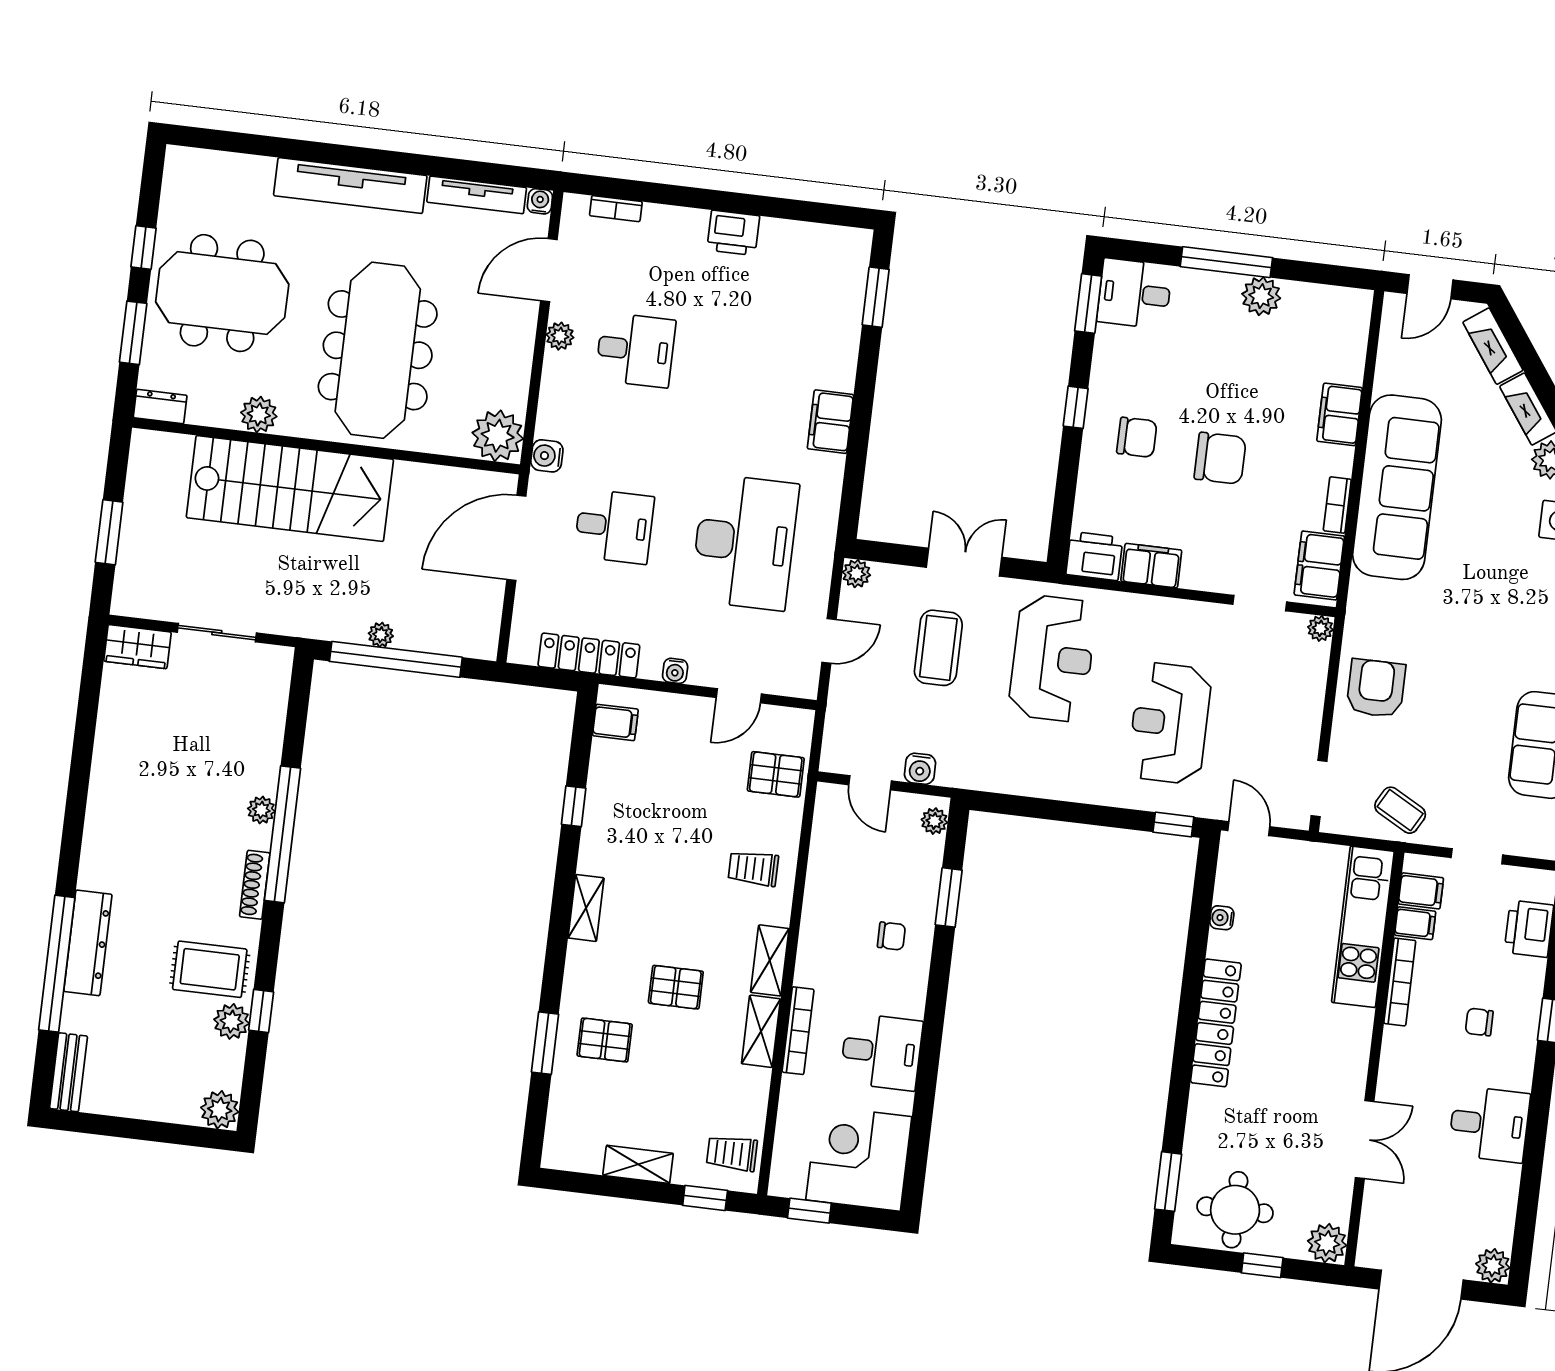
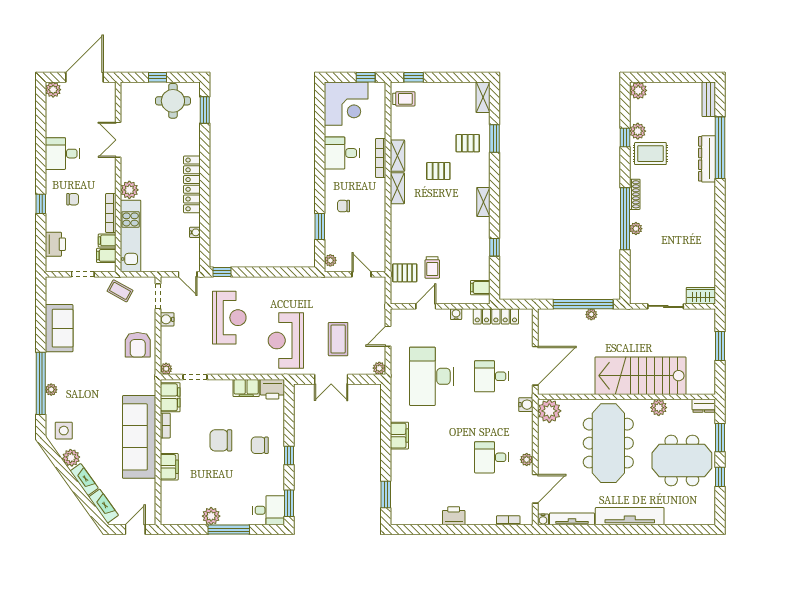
water cooler: (920, 769) -> (167, 319), moved, turned -90
trolley: (753, 868) -> (432, 267), moved, turned 90
shelving: (638, 1164) -> (483, 97), moved, turned 90
plant: (1327, 1243) -> (129, 190), moved

